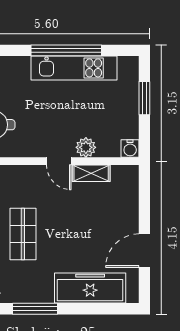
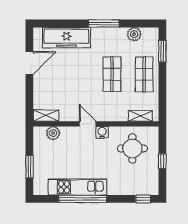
plant: (86, 147) -> (53, 133), moved
water cooler: (130, 149) -> (102, 132), moved
shelving: (91, 173) -> (46, 116), moved

